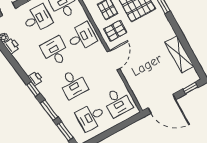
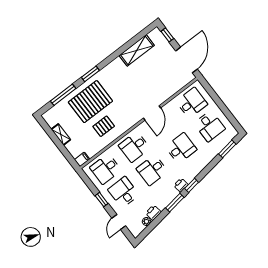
pallet: (115, 31) -> (123, 115), removed
desk: (82, 37) -> (134, 147), turned -90
door: (113, 60) -> (152, 113), swing flipped
window: (49, 110) -> (175, 203), moved

